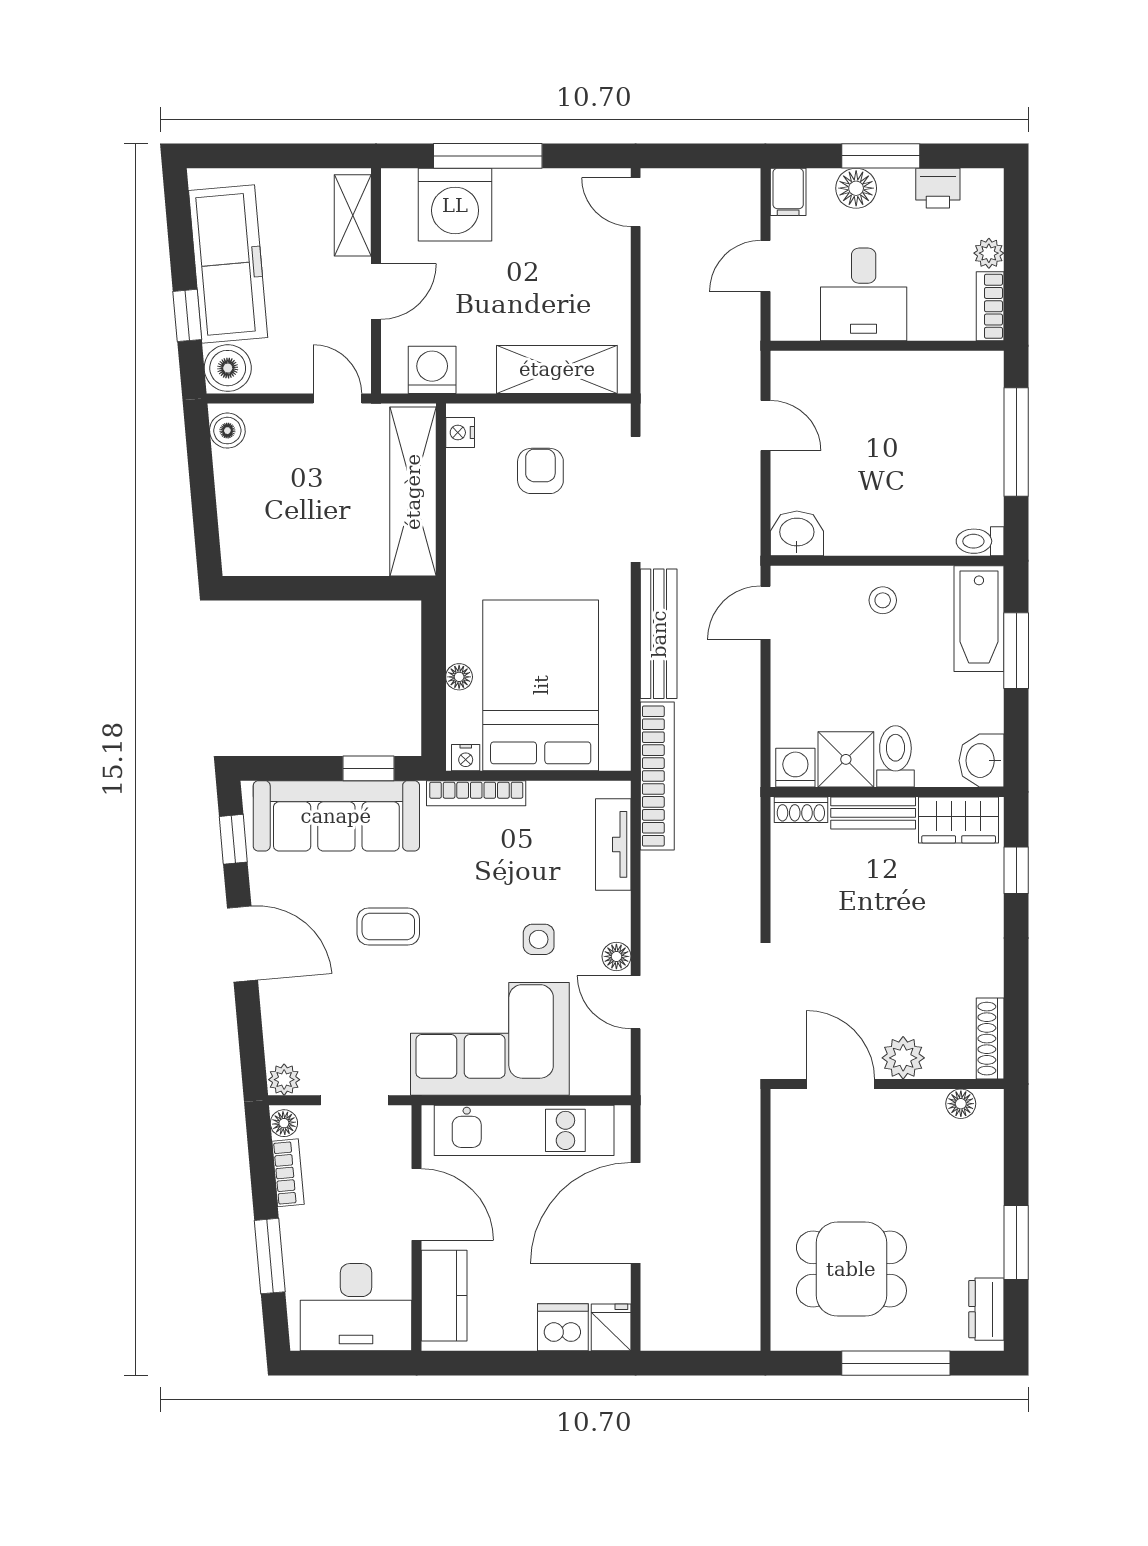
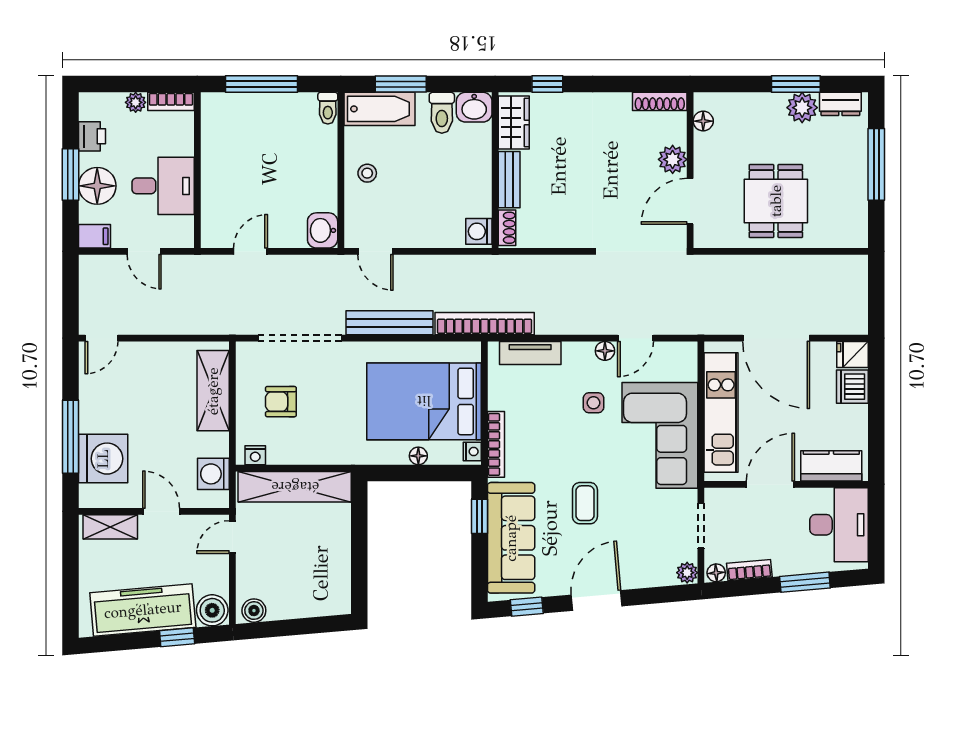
floor lamp: (856, 188) -> (97, 186), width x1.38, depth x1.38
toilet: (895, 756) -> (442, 113), moved, turned -90
shower: (846, 759) -> (473, 198), removed
plant: (981, 1252) -> (802, 108), added
dining table: (851, 1269) -> (776, 201), moved

